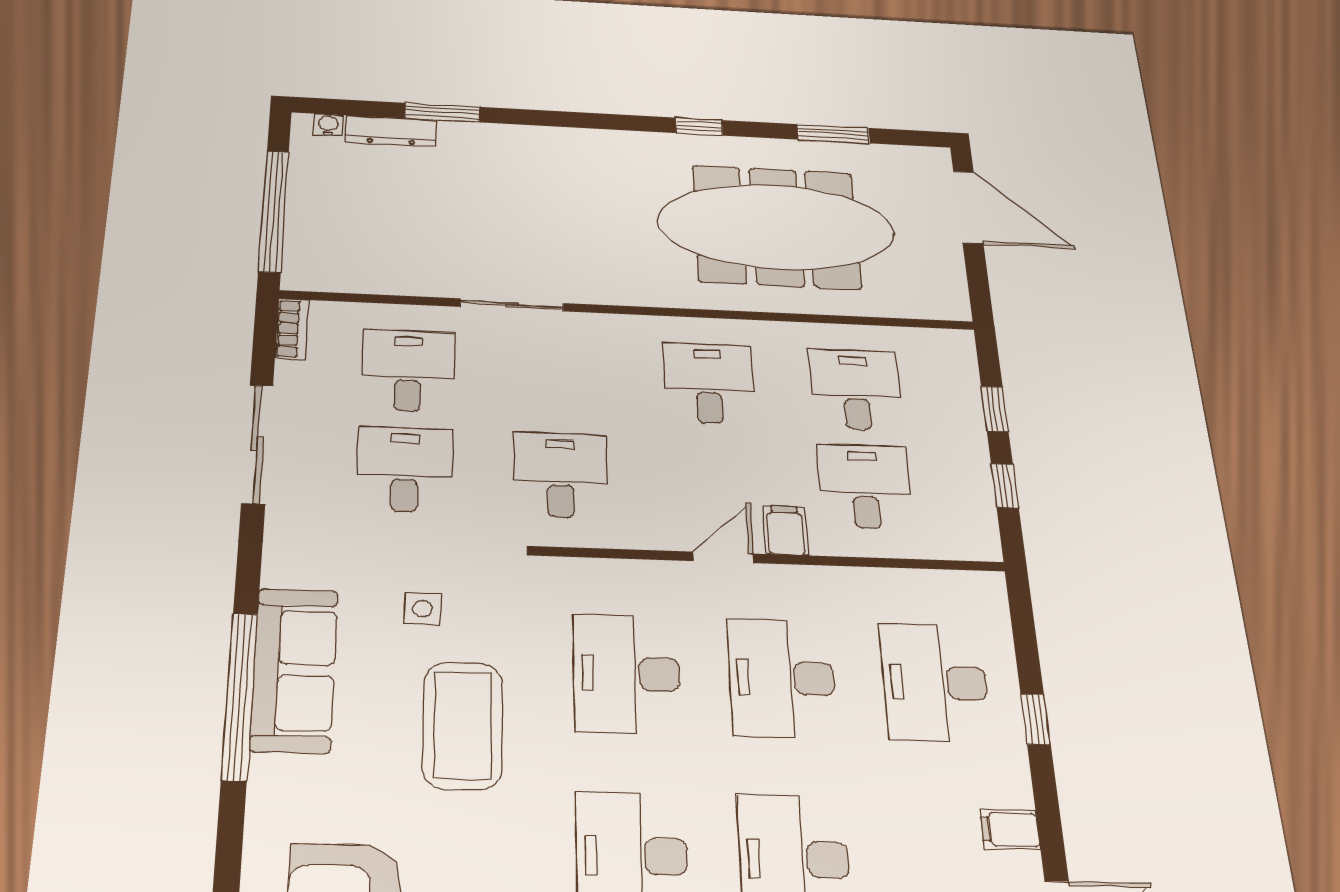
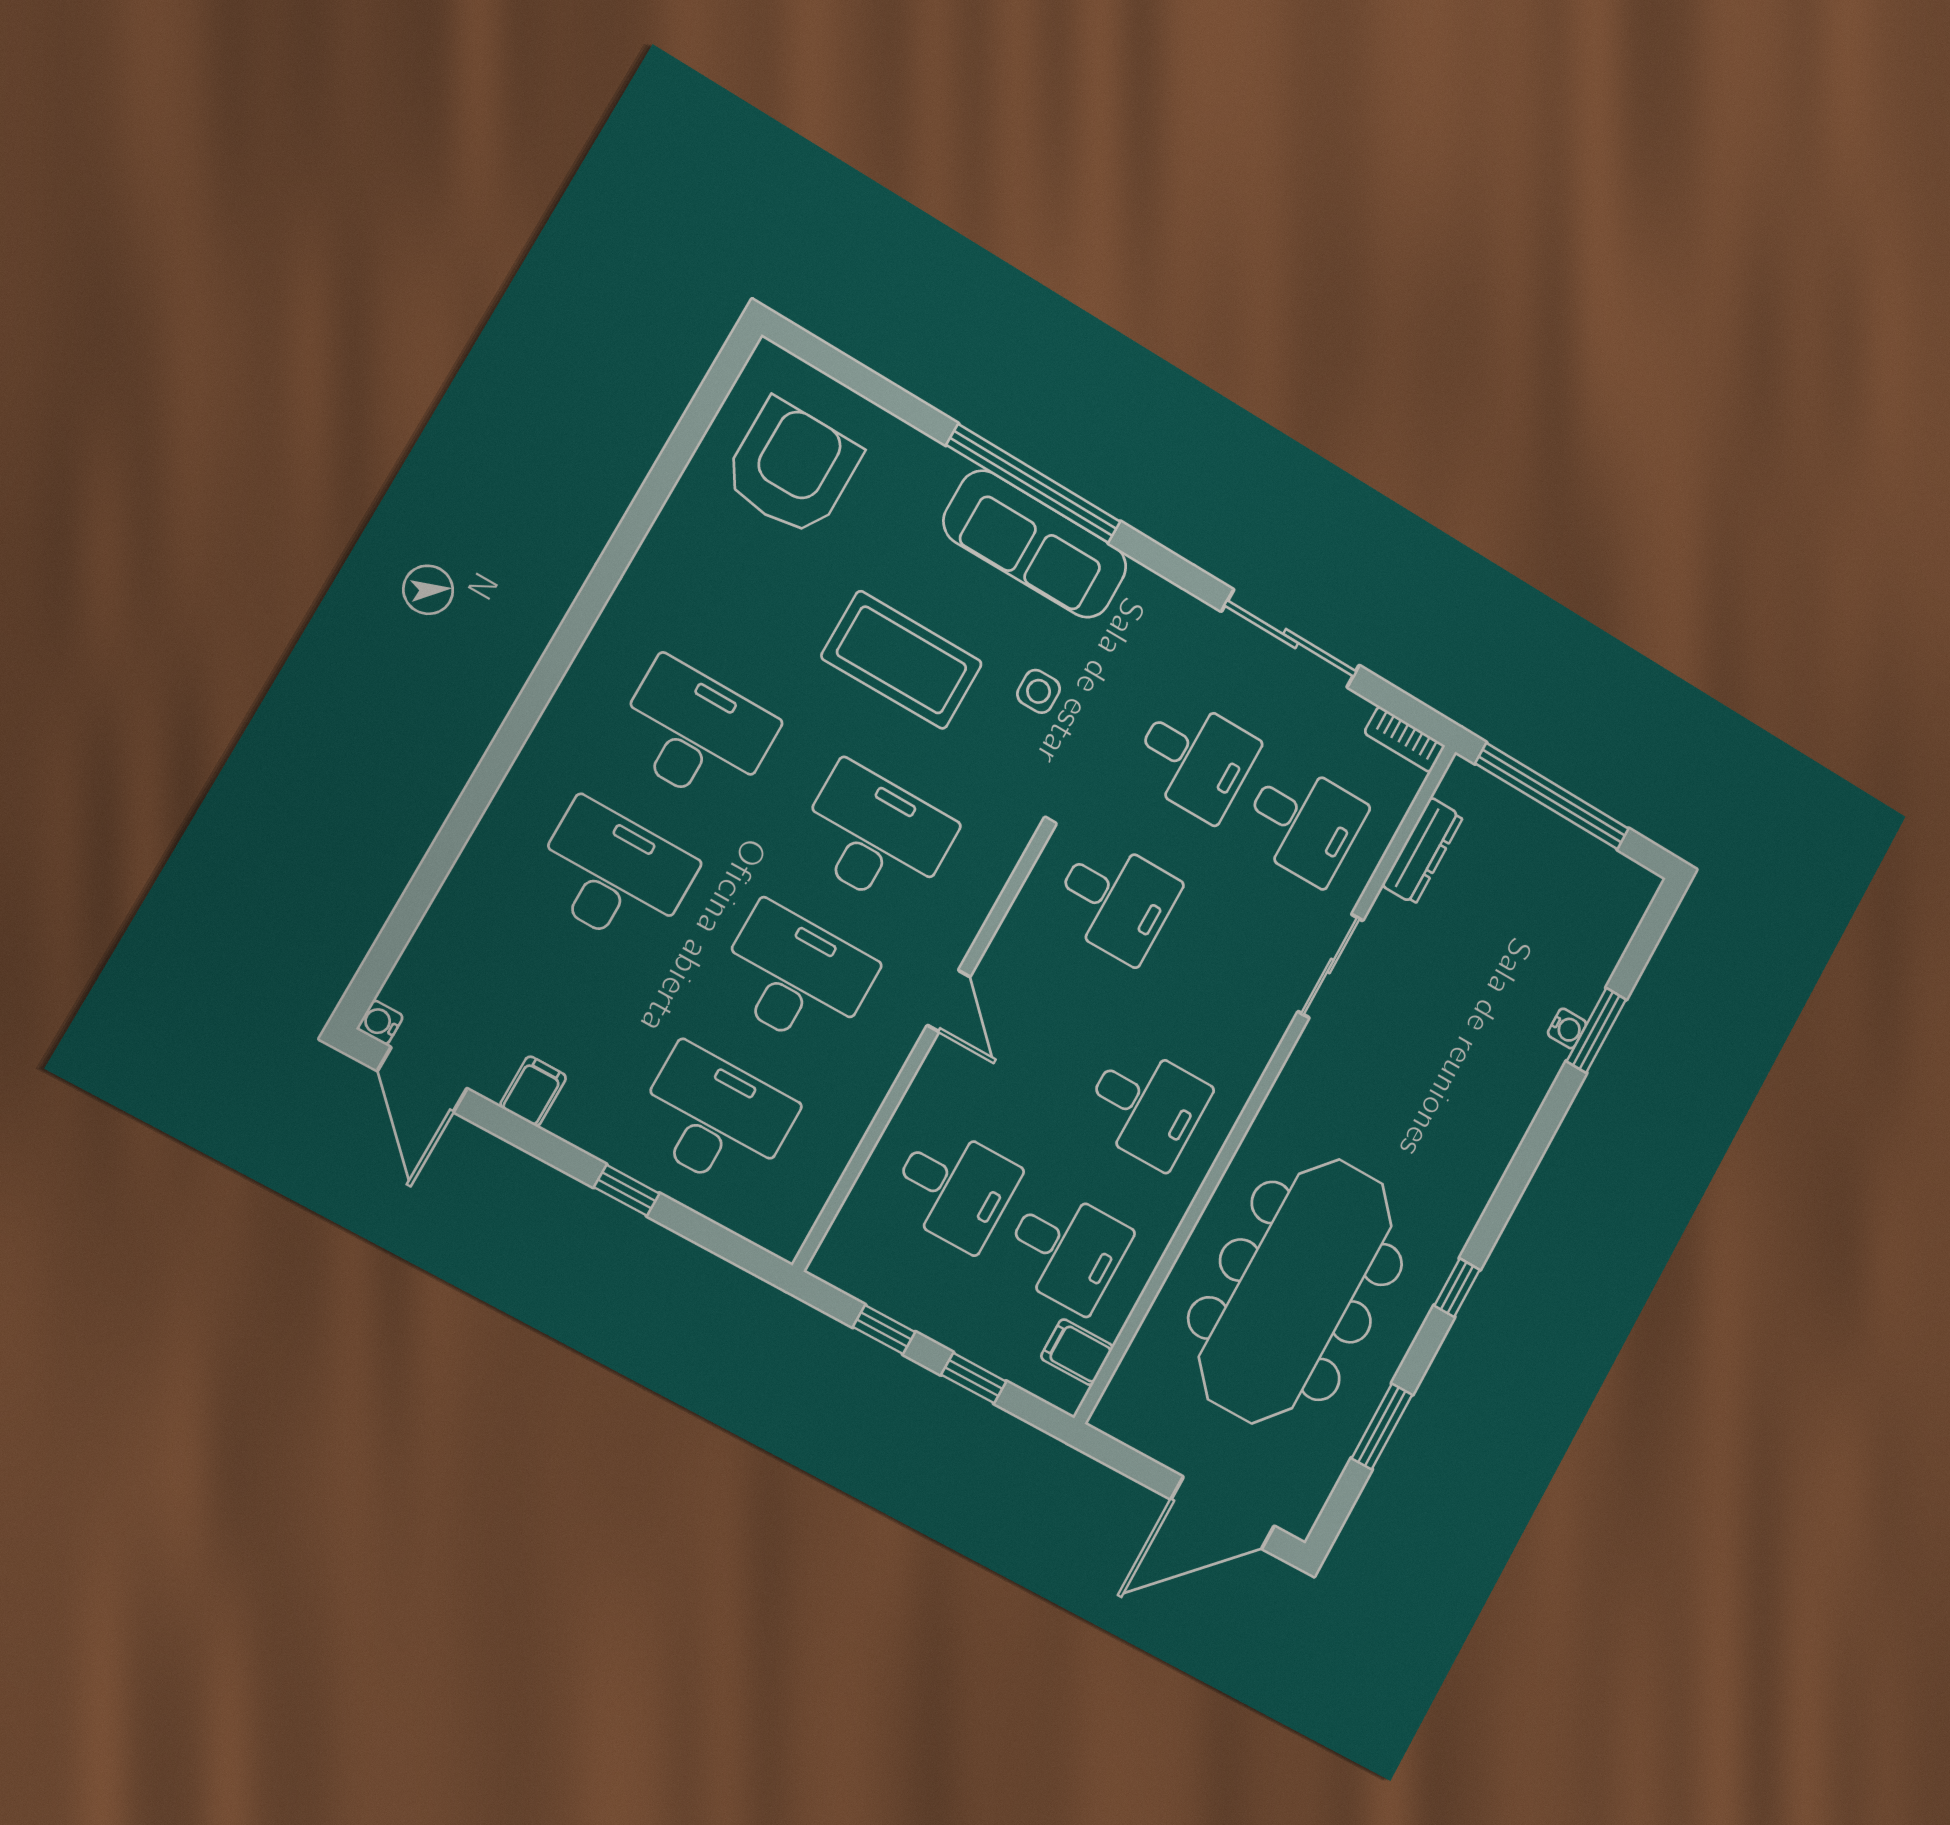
water cooler: (328, 125) -> (1567, 1028), moved
dresser: (391, 131) -> (1423, 851), moved, turned 180
filing cabinet: (785, 530) -> (1077, 1352), moved, turned 180

